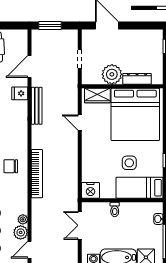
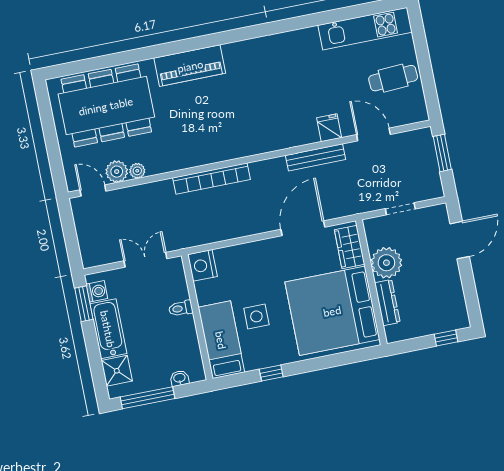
door: (80, 123) -> (303, 228), width x1.88
chair: (11, 166) -> (215, 136), removed

